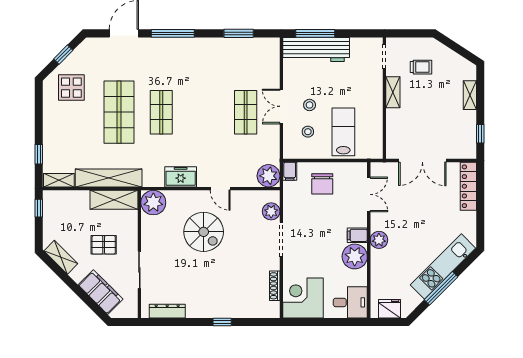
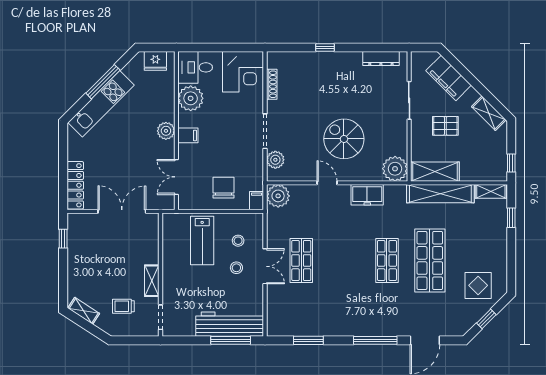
shelving: (470, 95) -> (84, 311), moved, turned -57
plant: (355, 256) -> (191, 98), moved

